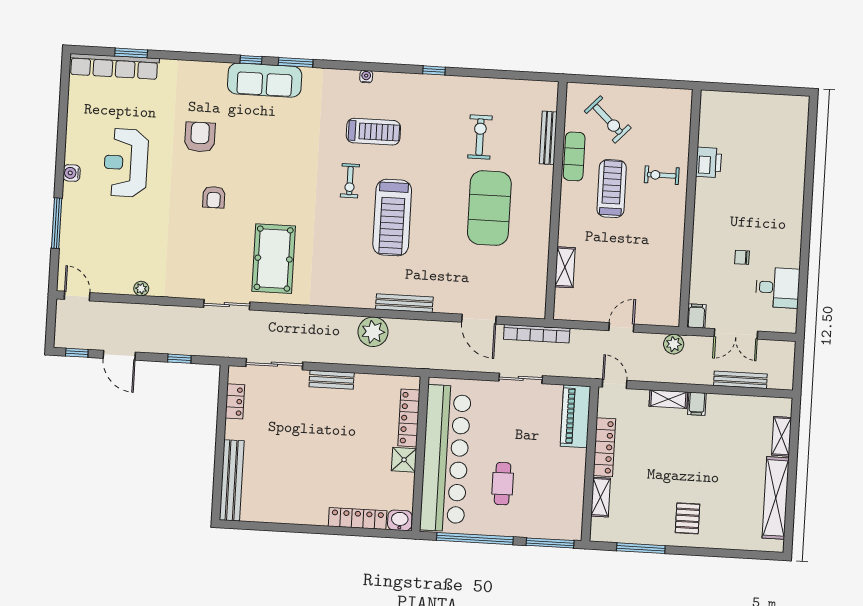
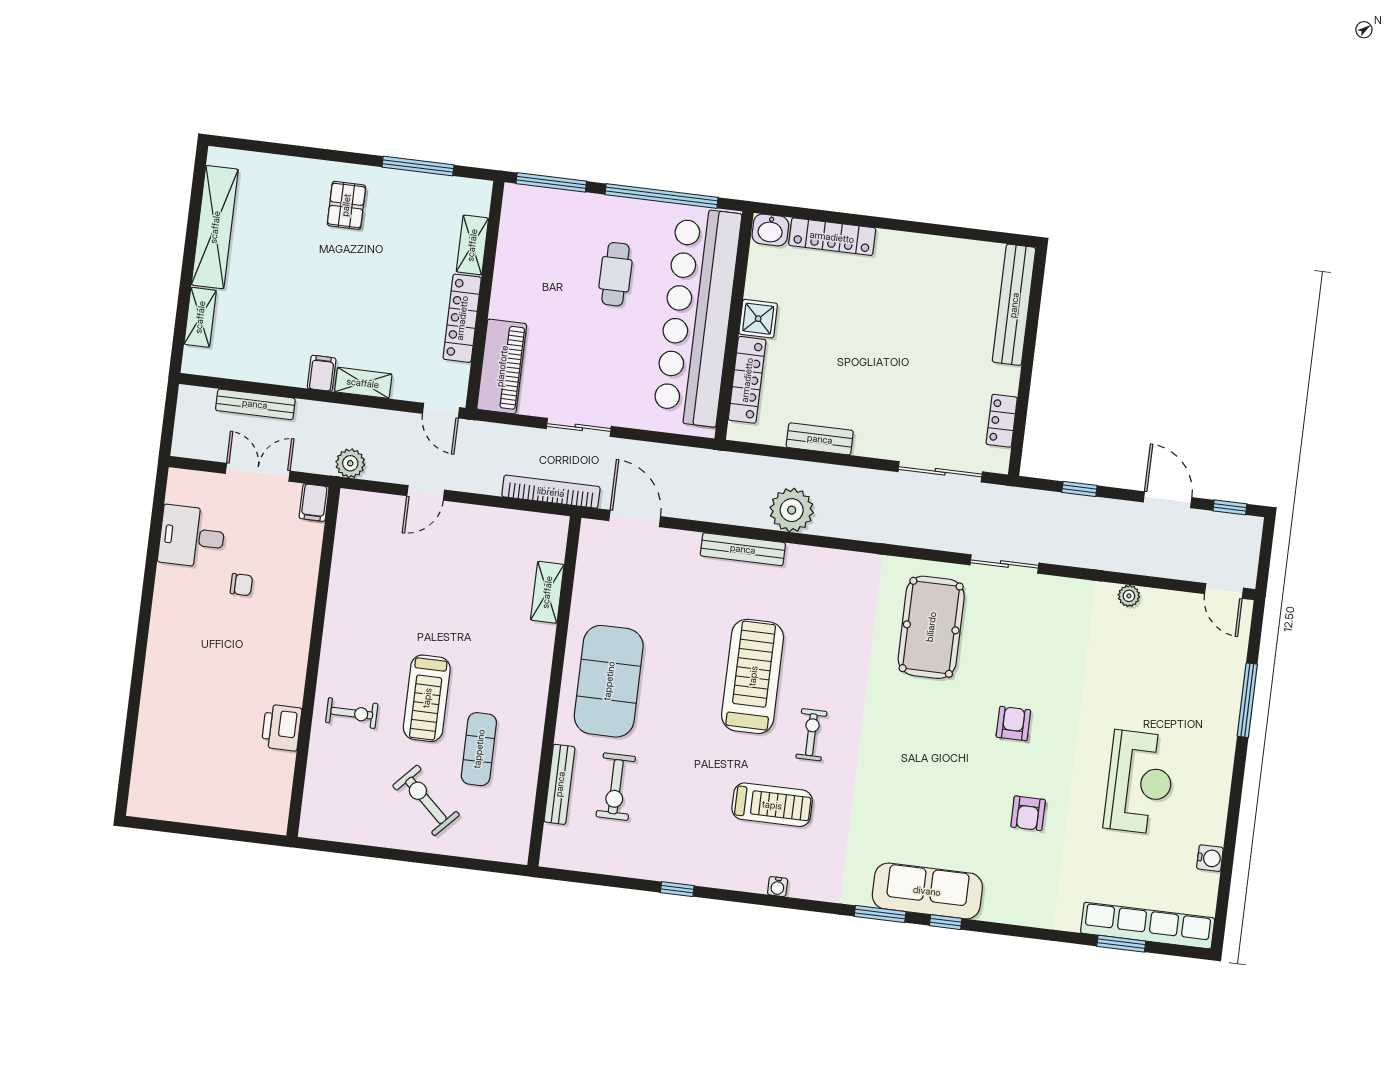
treadmill: (373, 132) -> (772, 805), turned 180
armchair: (200, 137) -> (1028, 813), width x0.72, depth x0.72
bench: (548, 138) -> (560, 784), moved
water cooler: (72, 173) -> (1210, 858), moved
wall: (556, 201) -> (554, 691), moved
shelving: (565, 267) -> (547, 592), moved
bench: (332, 380) -> (820, 439), moved

